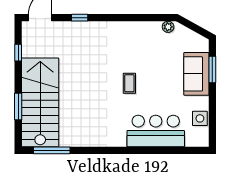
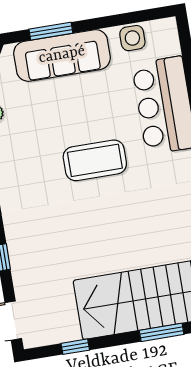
sofa: (196, 74) -> (62, 55), width x1.36
coffee table: (129, 83) -> (95, 160), width x1.86, depth x1.72

